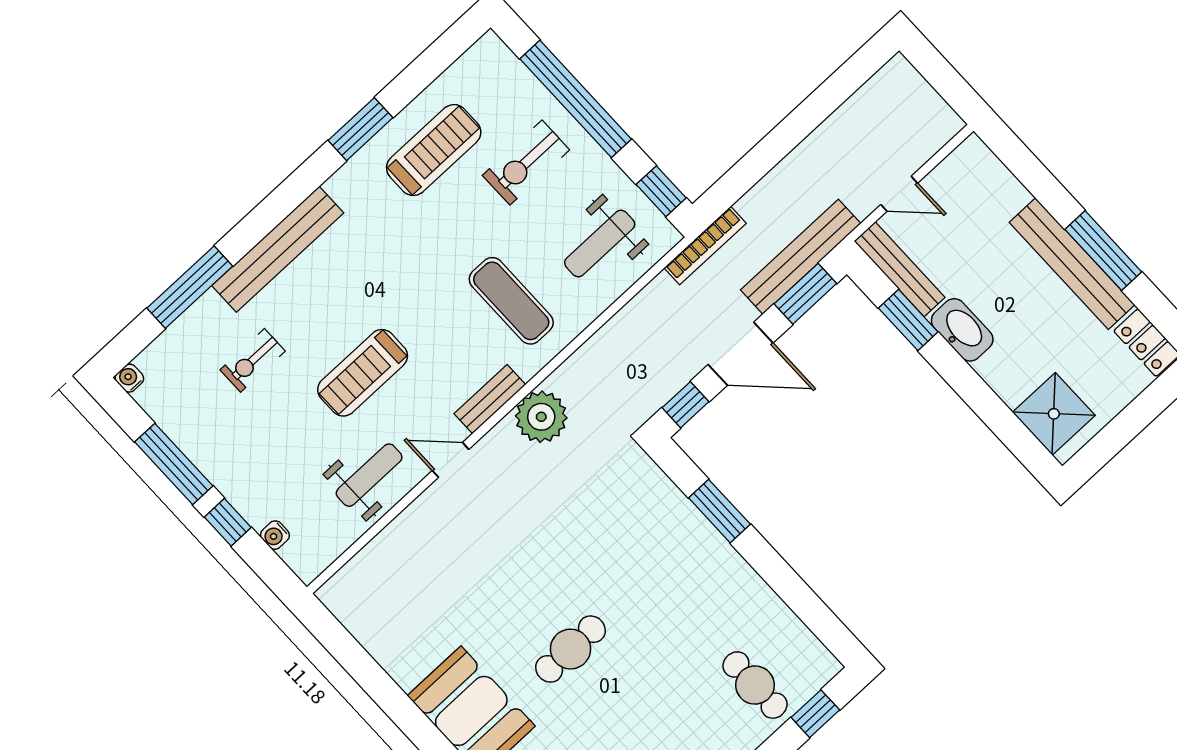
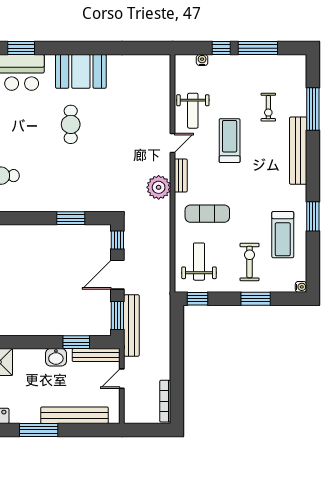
window: (576, 99) -> (256, 299), width x0.47
bookcase: (705, 246) -> (165, 401), moved
bench: (1072, 264) -> (74, 415), moved
washbasin: (962, 330) -> (56, 357), width x0.72
exercise bike: (253, 360) -> (268, 107), turned 180
water cooler: (129, 378) -> (301, 287), moved

